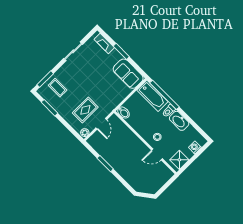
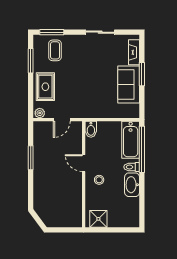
sofa: (128, 74) -> (129, 85), moved
rug: (85, 110) -> (45, 87), moved, turned 90
washing machine: (195, 147) -> (123, 222), removed
door: (157, 154) -> (84, 163), moved

